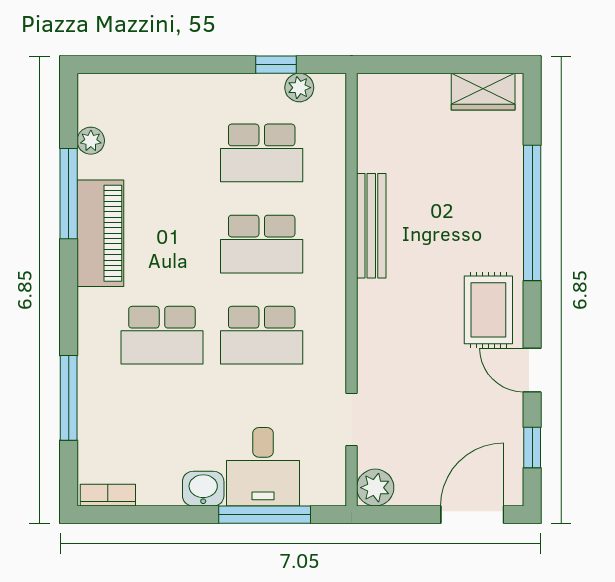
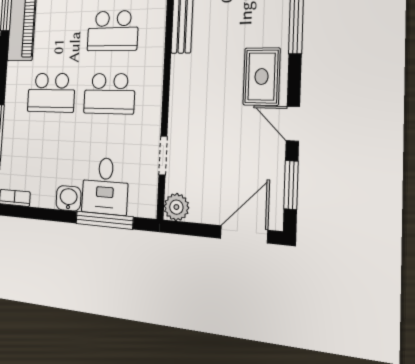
window: (532, 448) -> (291, 185), width x1.50

